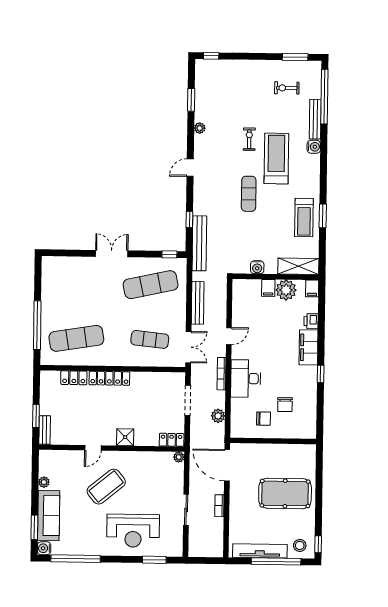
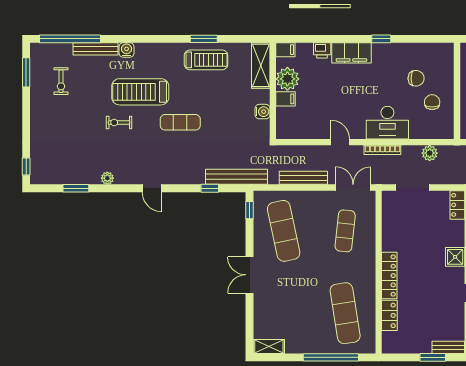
shelving: (48, 270) -> (269, 346), added

